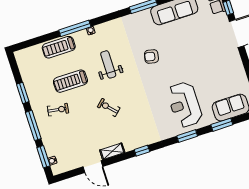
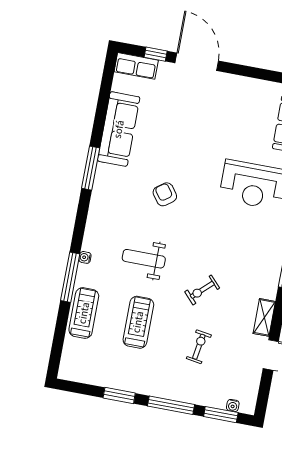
treadmill: (59, 47) -> (84, 313), turned 180
armchair: (151, 56) -> (165, 194), turned 132
treadmill: (70, 81) -> (138, 322), turned 180
exercise bike: (58, 110) -> (199, 347), moved

